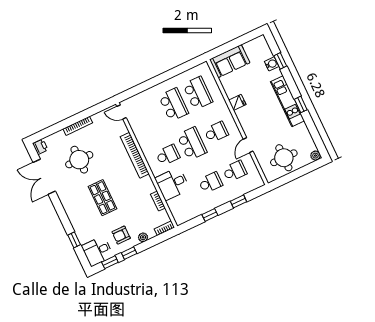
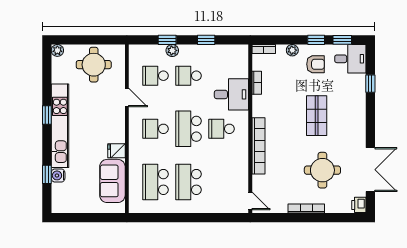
sofa: (230, 61) -> (112, 181), moved, turned -90
kitchen unit: (287, 101) -> (60, 126), width x1.36
door: (248, 145) -> (127, 97), hinge flipped
plant: (231, 195) -> (172, 50), added

